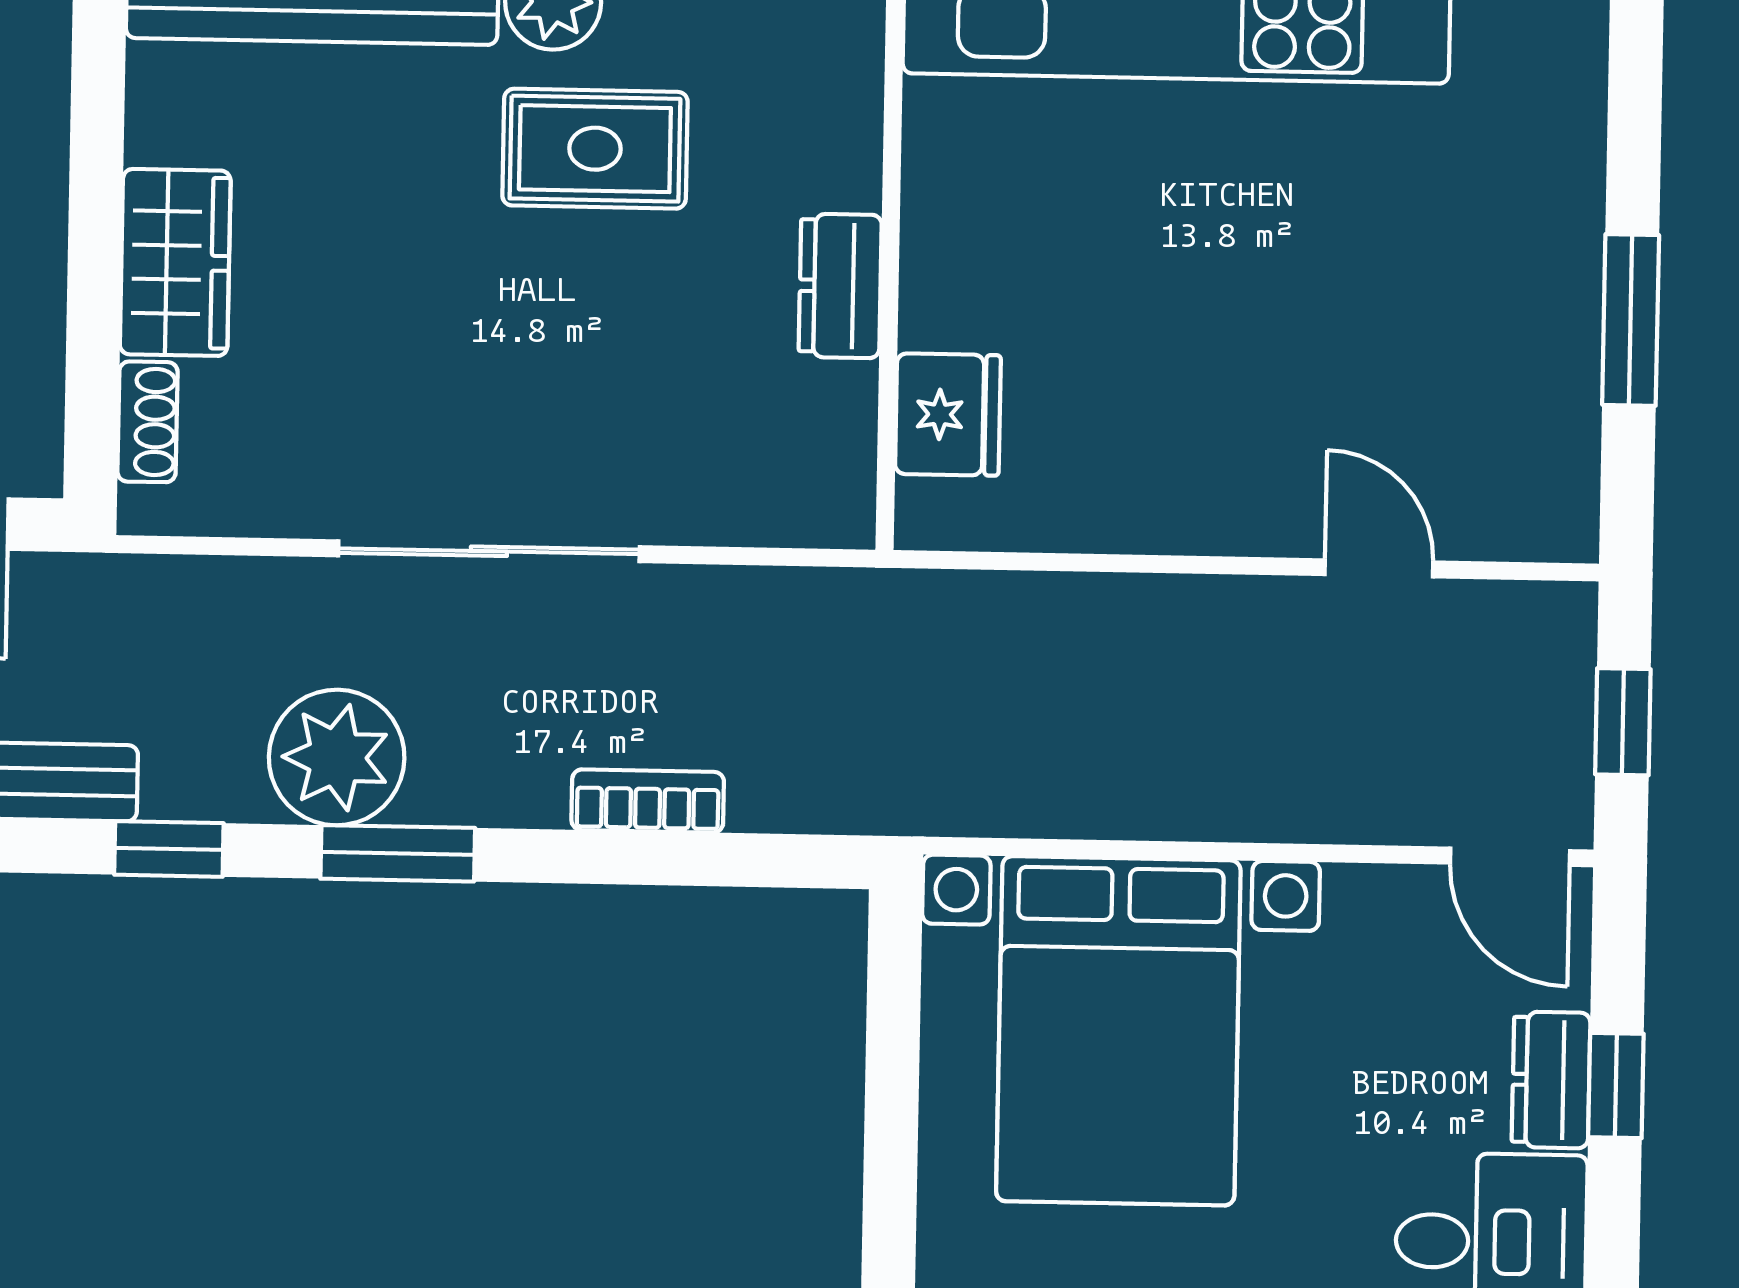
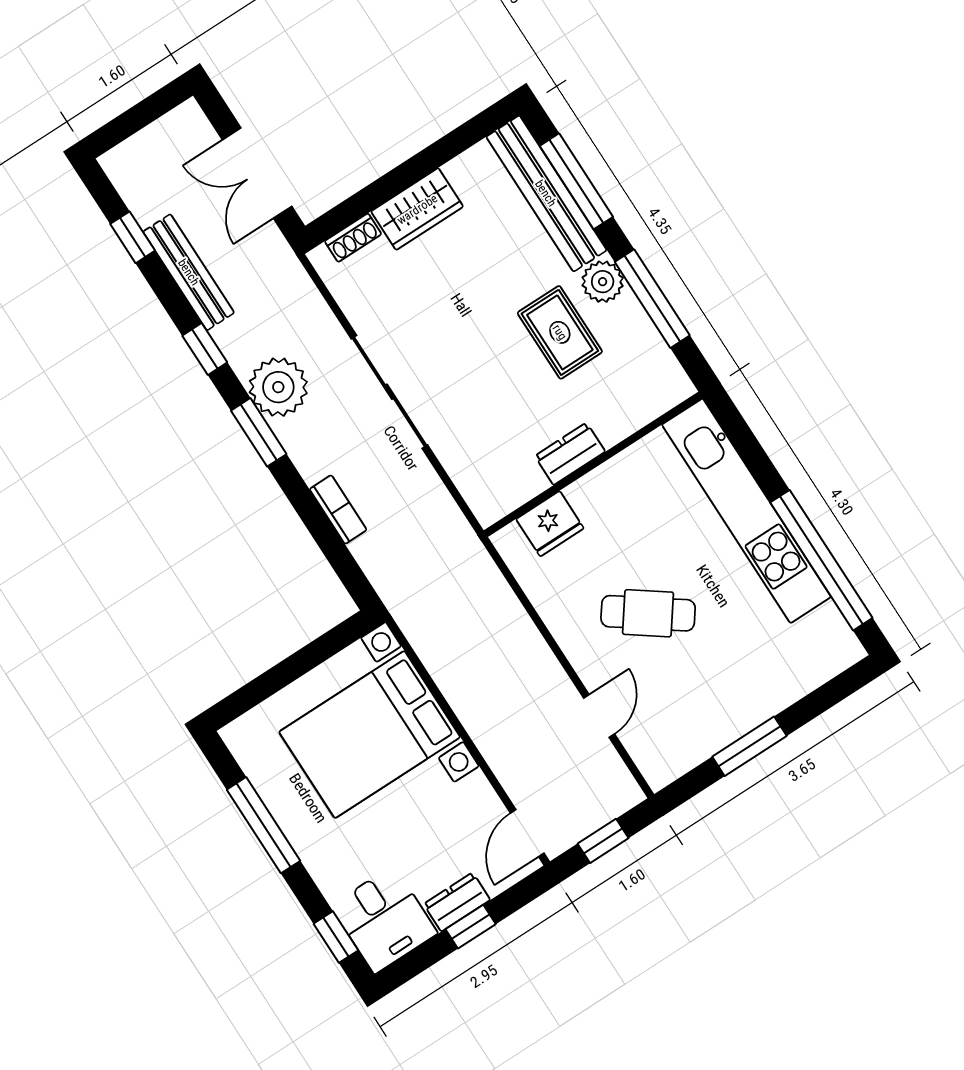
cafe table: (1246, 342) -> (648, 613), added

